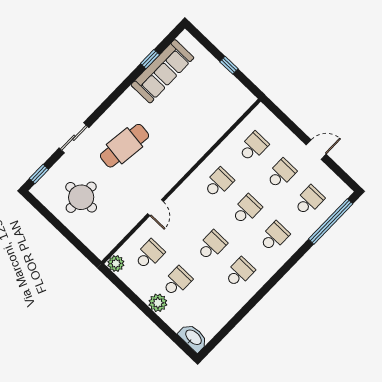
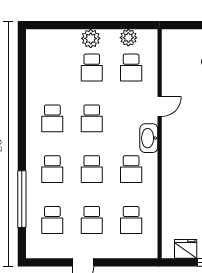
fridge: (235, 89) -> (186, 249), added
door: (156, 208) -> (160, 107), swing flipped
window: (331, 221) -> (22, 199), moved
plant: (116, 264) -> (128, 38), moved
washbasin: (193, 338) -> (149, 138), moved, turned 90

